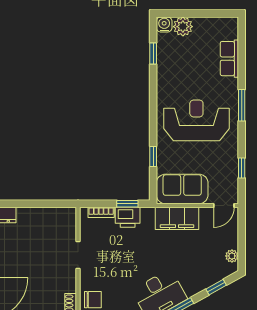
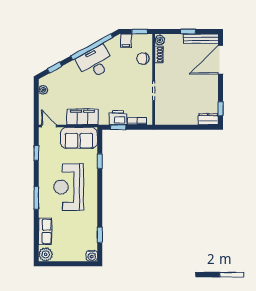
plant: (183, 27) -> (46, 254), moved
reception desk: (196, 120) -> (69, 187), turned 90
door: (224, 205) -> (49, 126), hinge flipped

